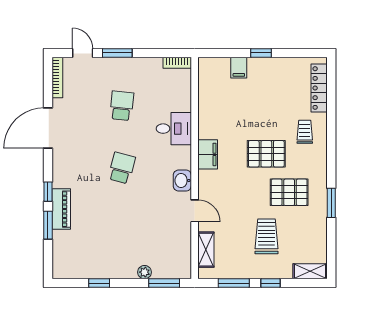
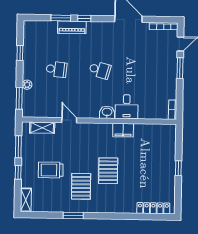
filing cabinet: (239, 68) -> (168, 153), removed
school desk: (122, 106) -> (56, 69), moved
trolley: (305, 132) -> (123, 198), removed
filing cabinet: (208, 154) -> (123, 130), moved
washbasin: (182, 181) -> (107, 112), moved
door: (195, 211) -> (69, 120), swing flipped
trolley: (266, 236) -> (51, 170), turned 180

